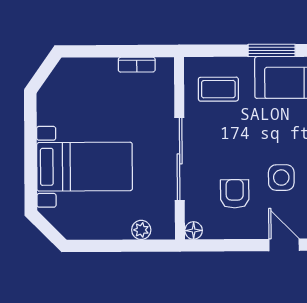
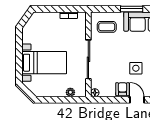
armchair: (235, 194) -> (123, 89), moved

